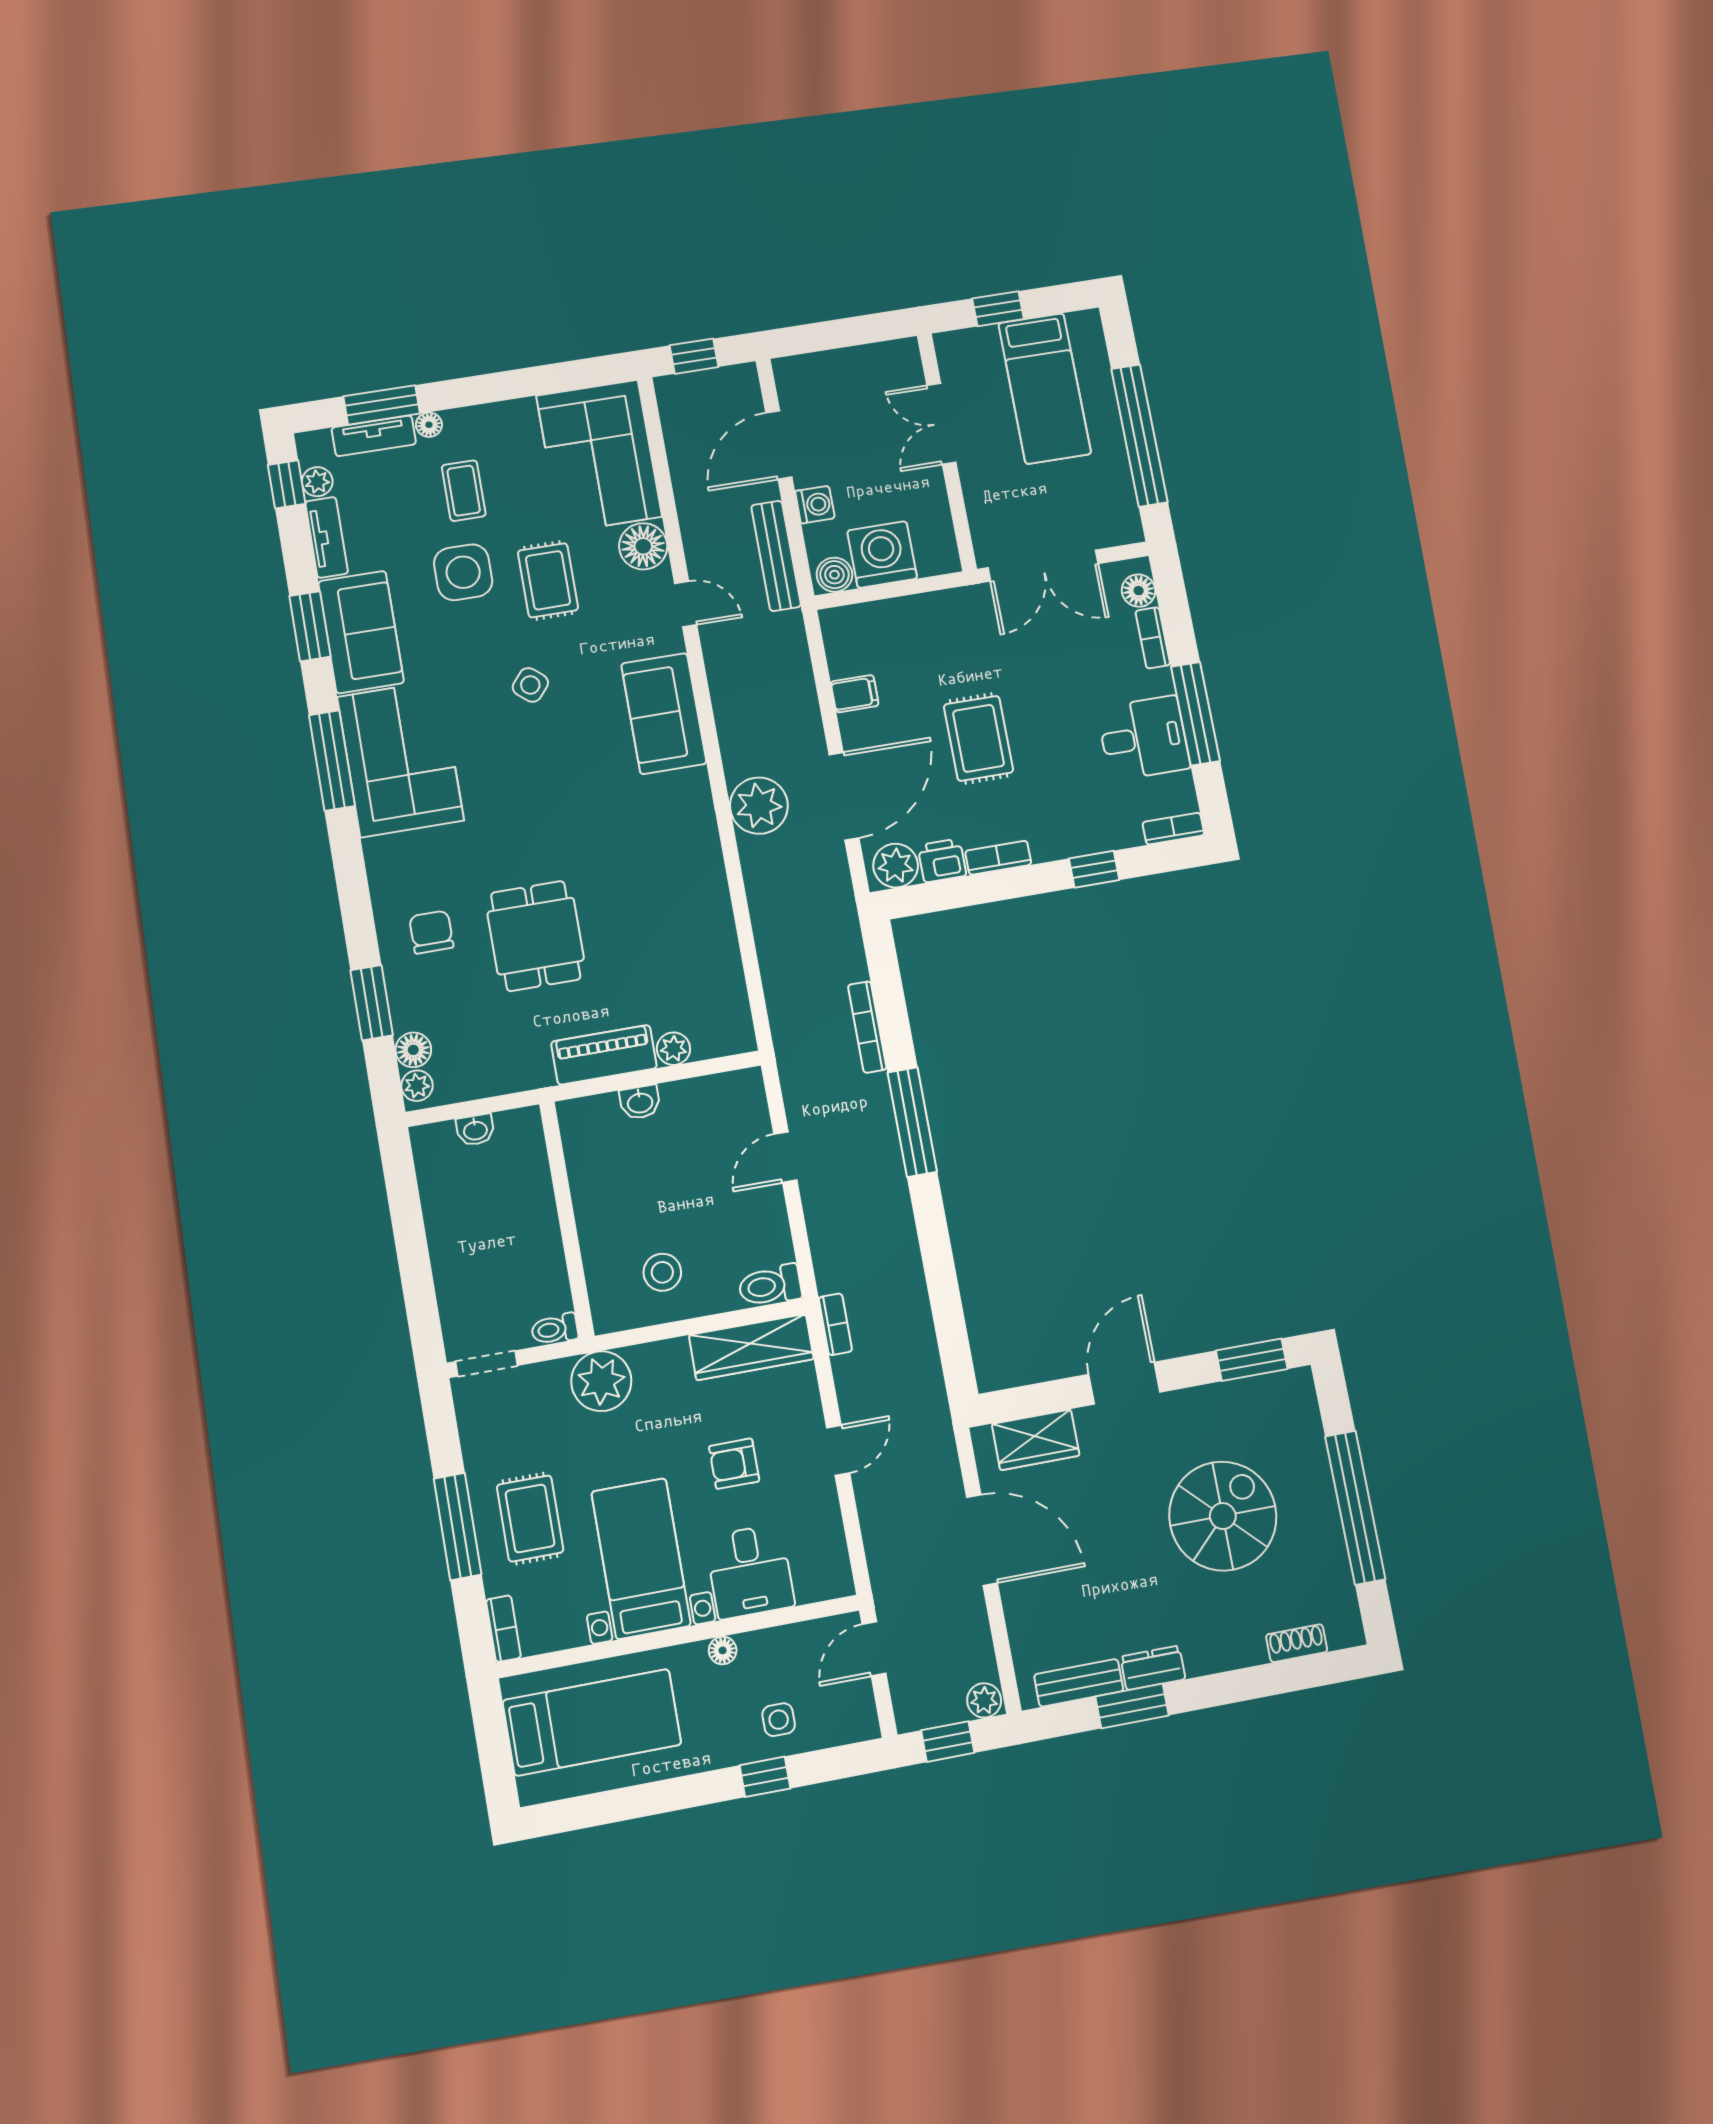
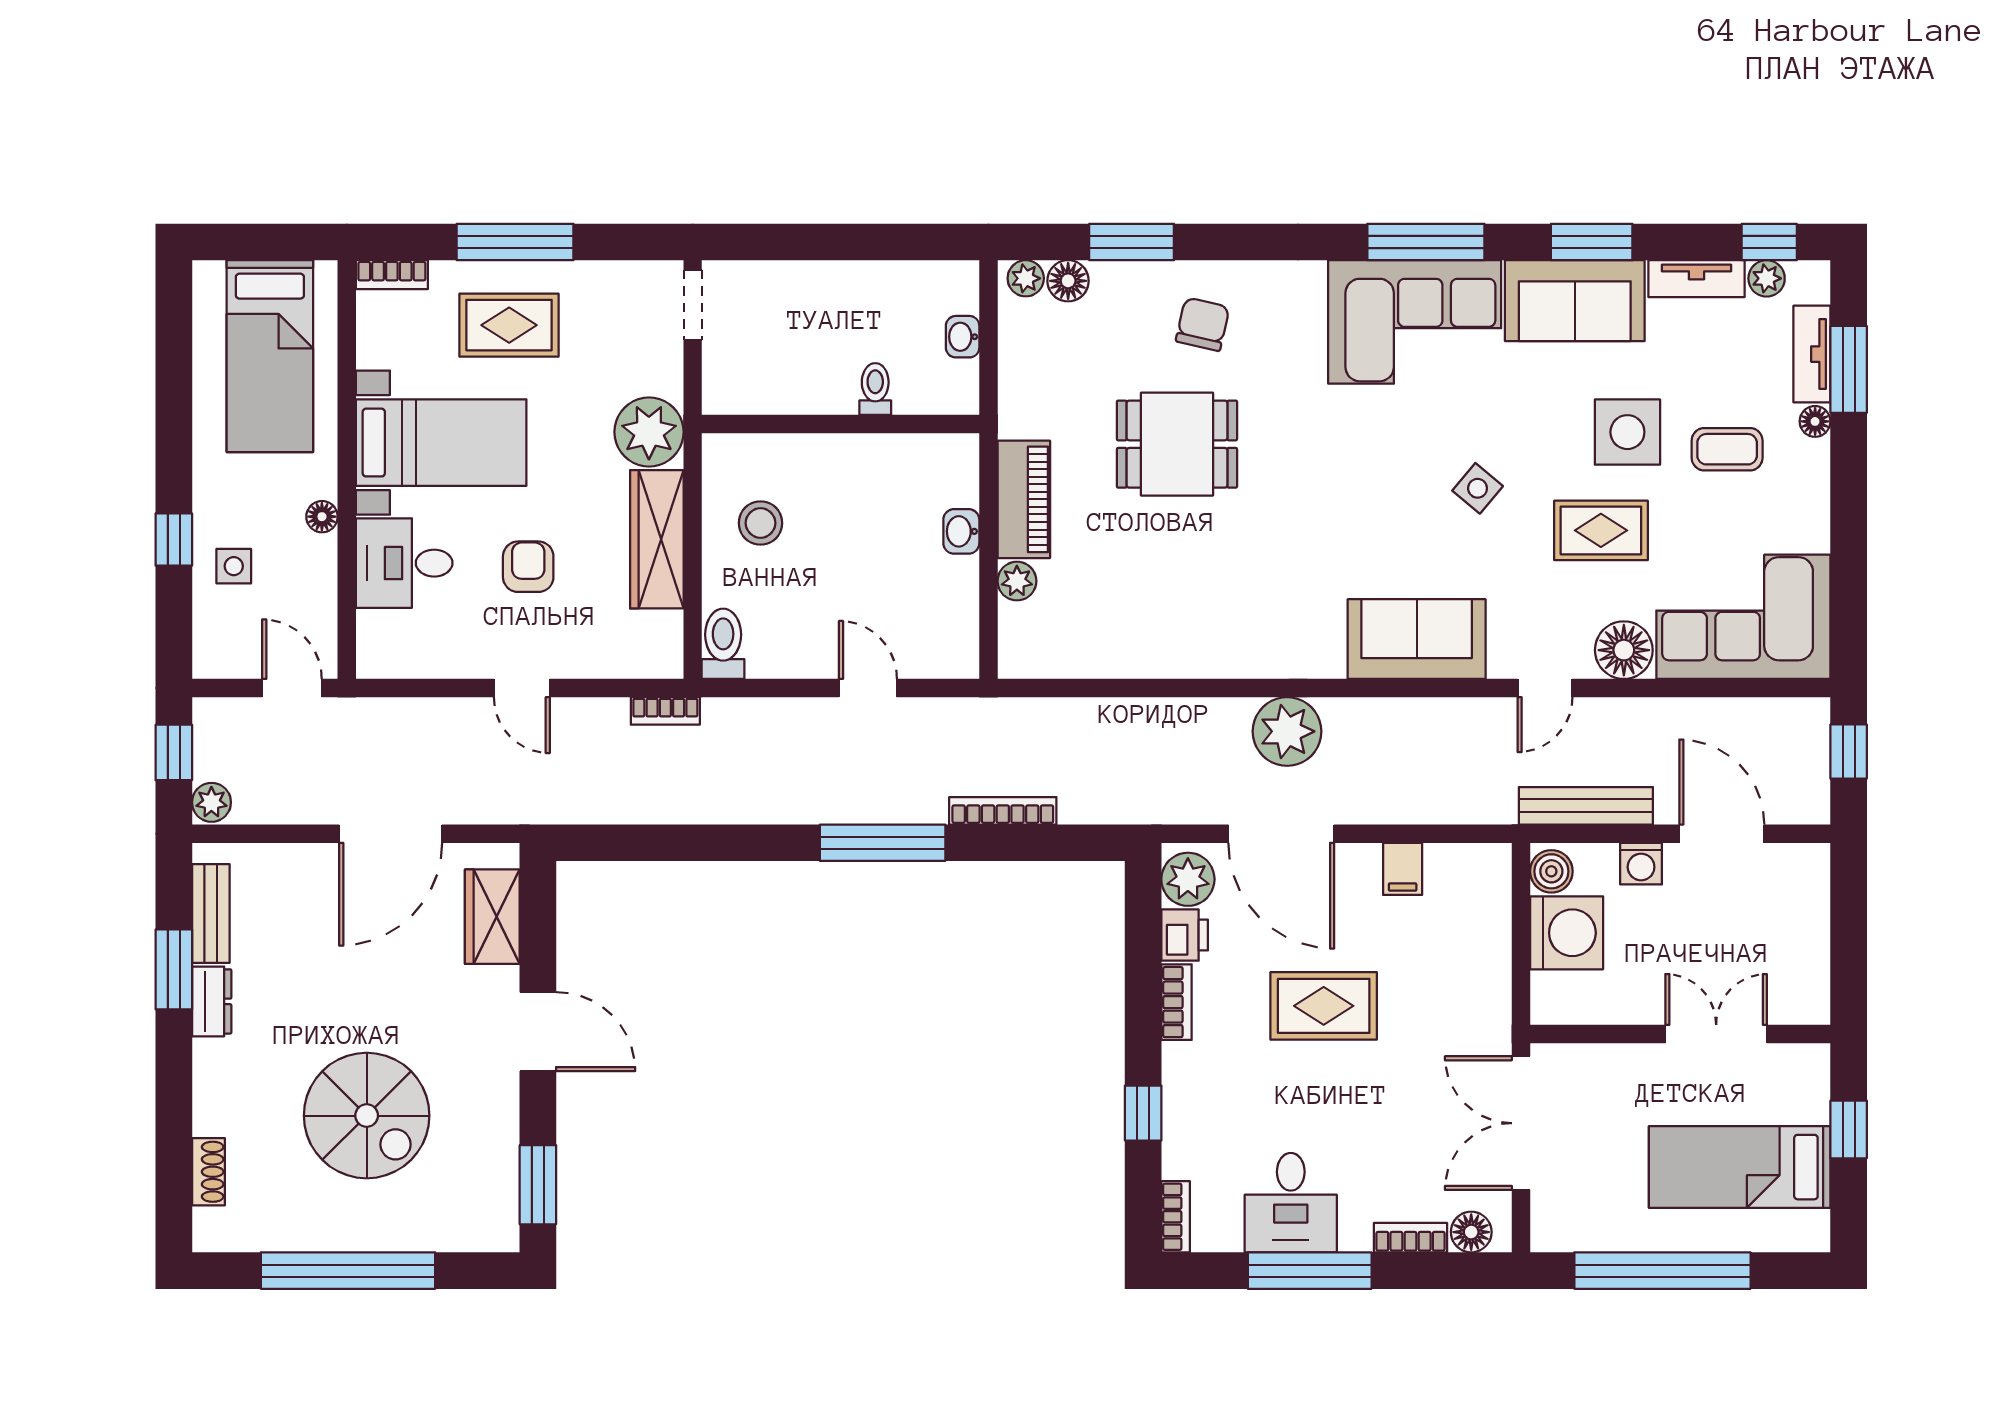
chair: (431, 932) -> (1203, 324), turned -77
toilet: (555, 1329) -> (875, 389), moved
wardrobe: (751, 1347) -> (657, 539), moved

